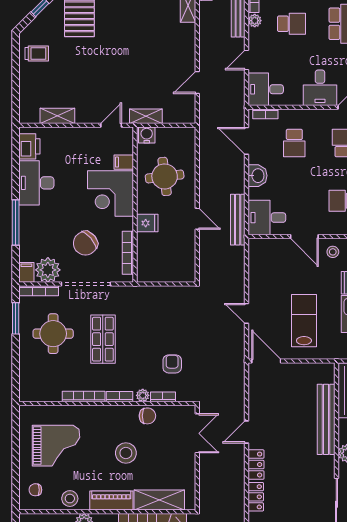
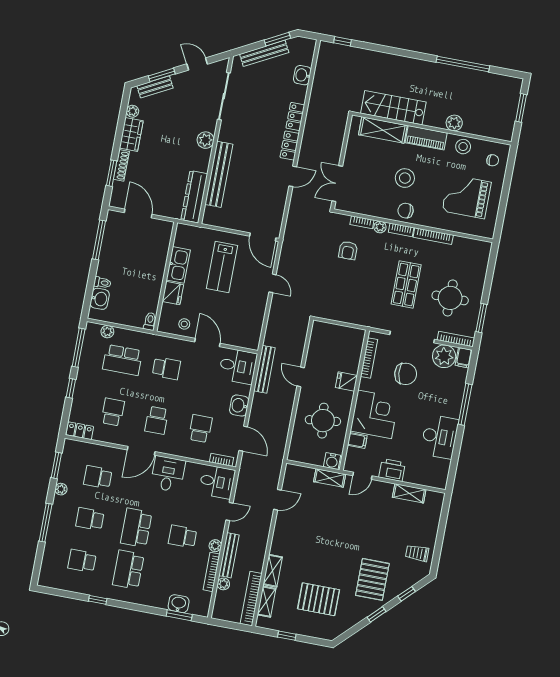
printer: (29, 146) -> (392, 470), moved, turned 90
chair: (85, 243) -> (406, 374), turned 35
chair: (147, 416) -> (406, 211), moved

